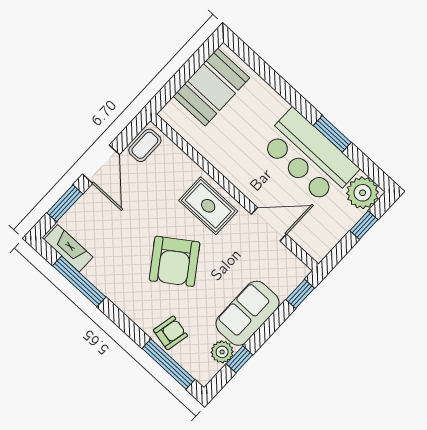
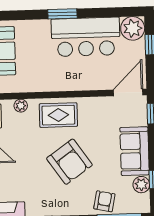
window: (332, 134) -> (62, 14), moved
plant: (181, 161) -> (21, 106), added
door: (269, 224) -> (128, 92), moved

